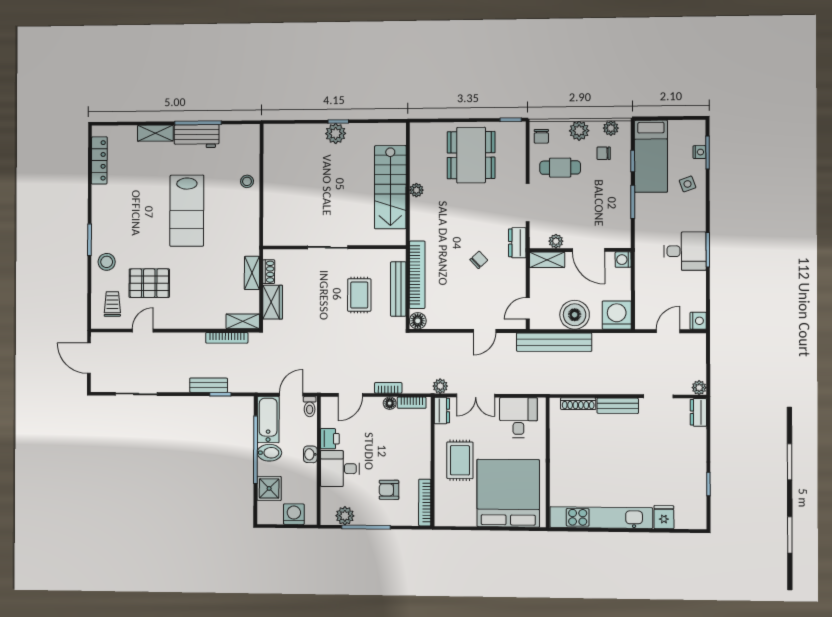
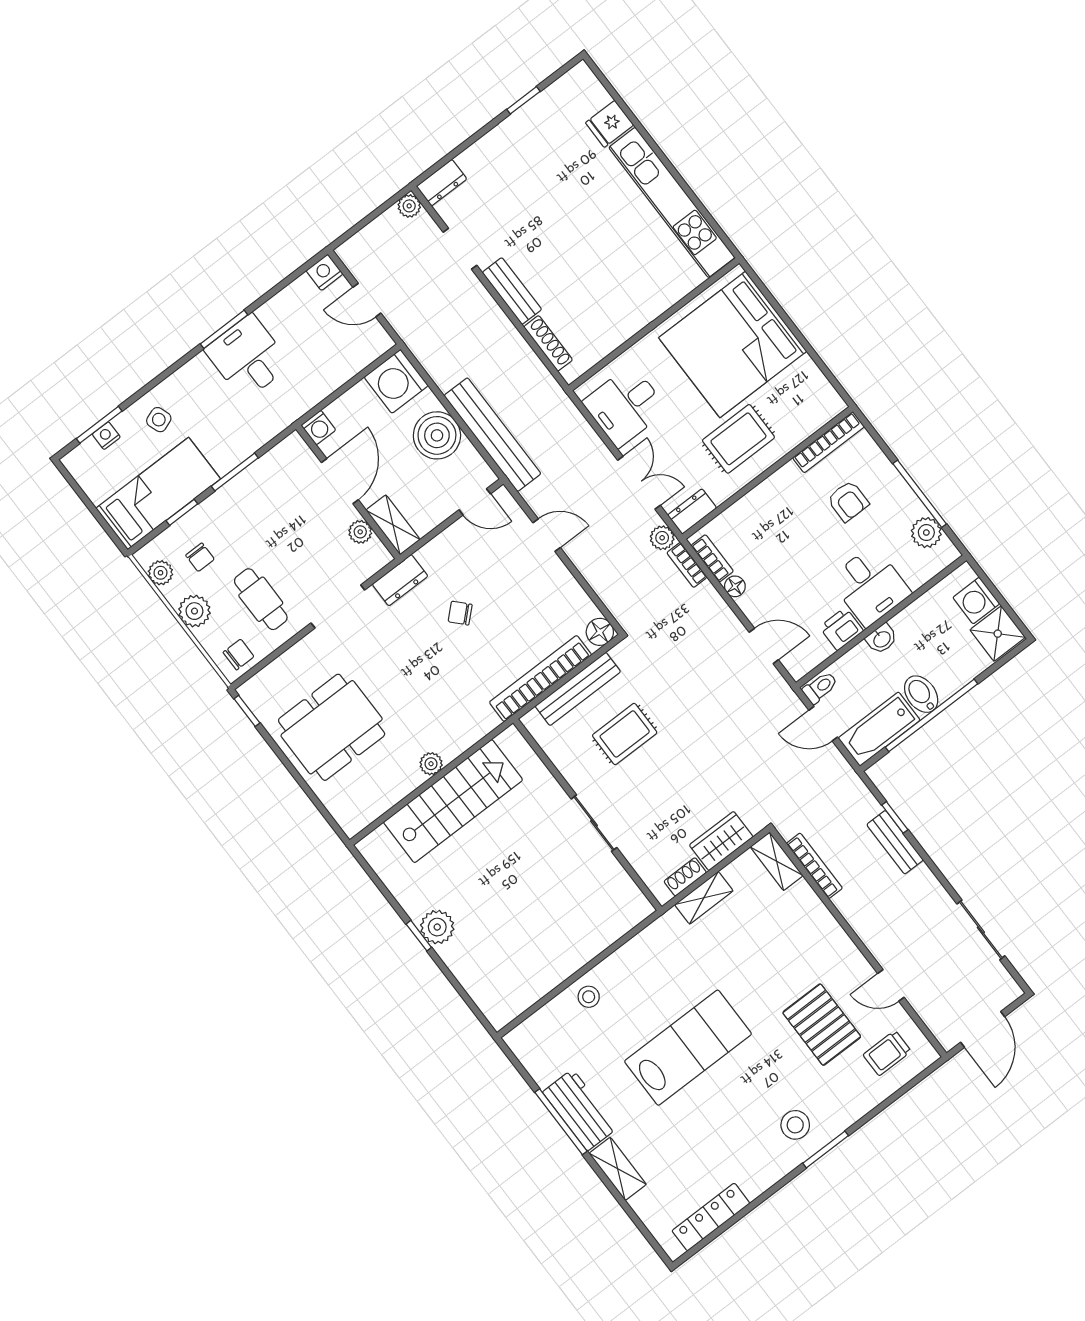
stool: (107, 262) -> (795, 1125), moved
bookcase: (388, 388) -> (687, 565), moved
shower: (269, 488) -> (998, 634), moved

